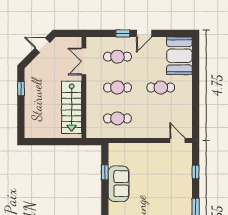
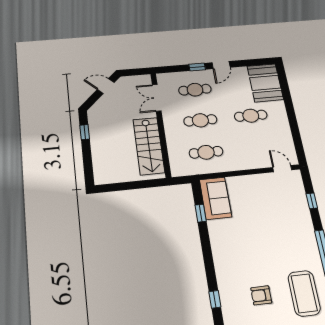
sofa: (119, 184) -> (215, 198), moved

